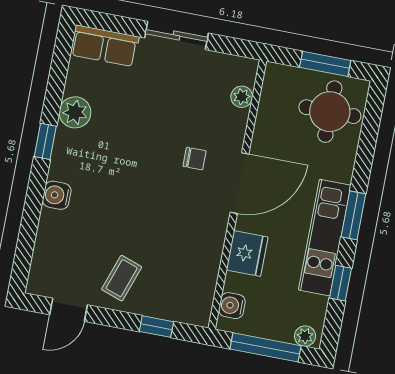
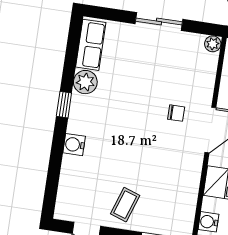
row of seats: (105, 46) -> (91, 45), moved, turned -90
plant: (242, 97) -> (213, 44), moved

